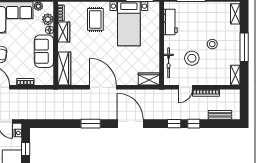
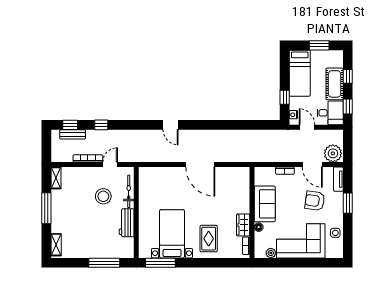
plant: (48, 19) -> (261, 239), removed
workbench: (170, 22) -> (127, 223), moved
stool: (212, 44) -> (81, 212), removed
wardrobe: (64, 68) -> (243, 185), removed
wardrobe: (149, 79) -> (150, 174), removed
window: (91, 124) -> (214, 125), removed
door: (130, 124) -> (171, 125), width x0.53
window: (174, 124) -> (70, 125), moved

